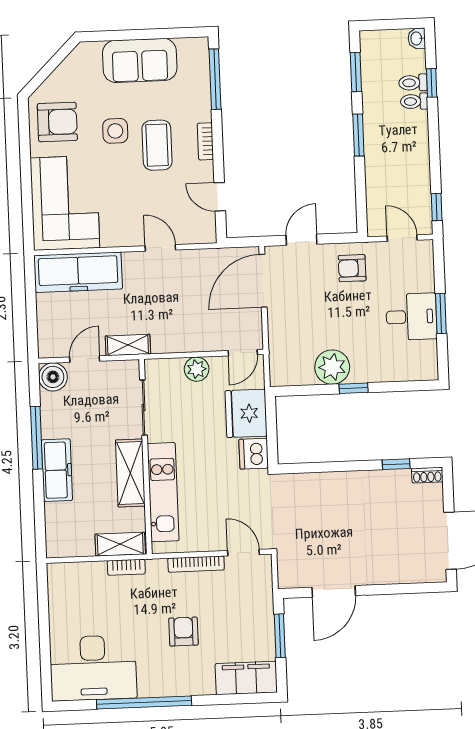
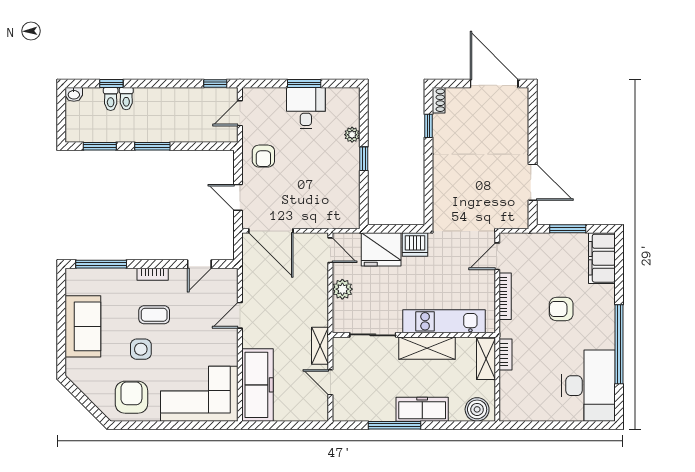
coffee table: (157, 145) -> (154, 315), width x0.73, depth x0.77
plant: (332, 367) -> (352, 135), moved, width x0.53, depth x0.53
boiler: (53, 377) -> (477, 409), moved

